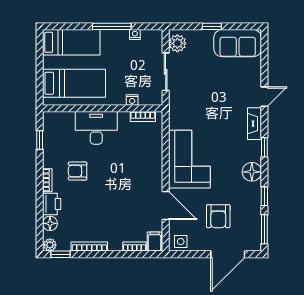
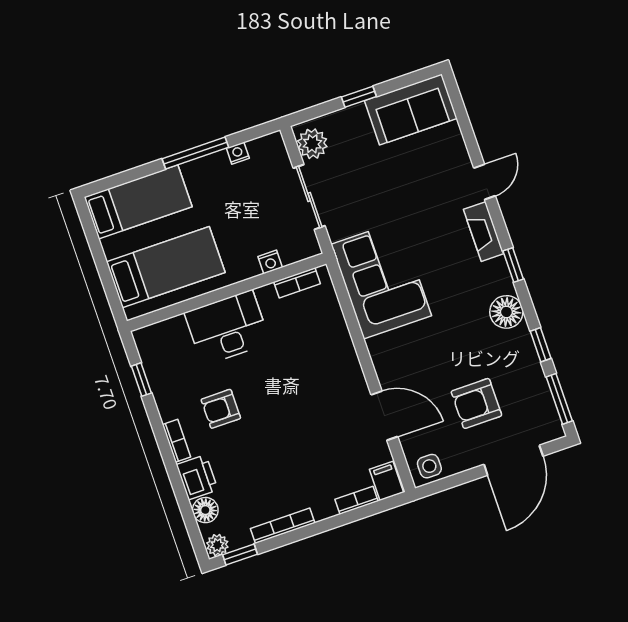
corner sofa: (189, 159) -> (381, 280), moved
armchair: (218, 216) -> (476, 403), turned 90

